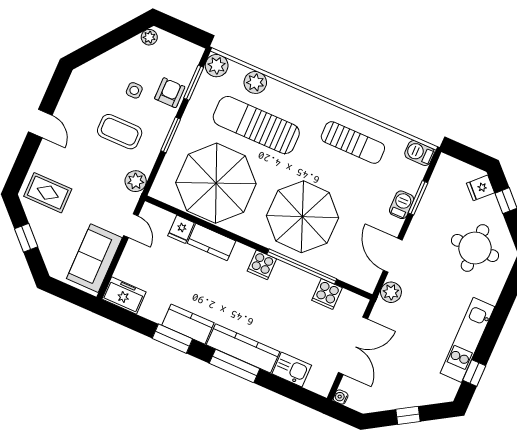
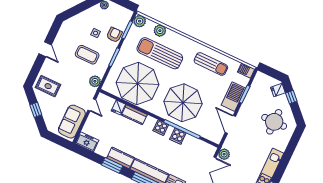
barbecue: (402, 205) -> (233, 97), width x1.88, depth x1.53
plant: (391, 292) -> (224, 154), moved
cooker: (327, 294) -> (178, 136), moved

